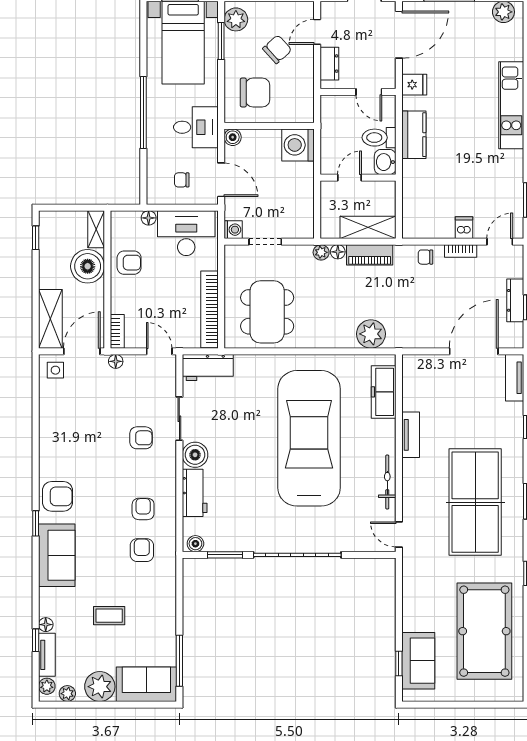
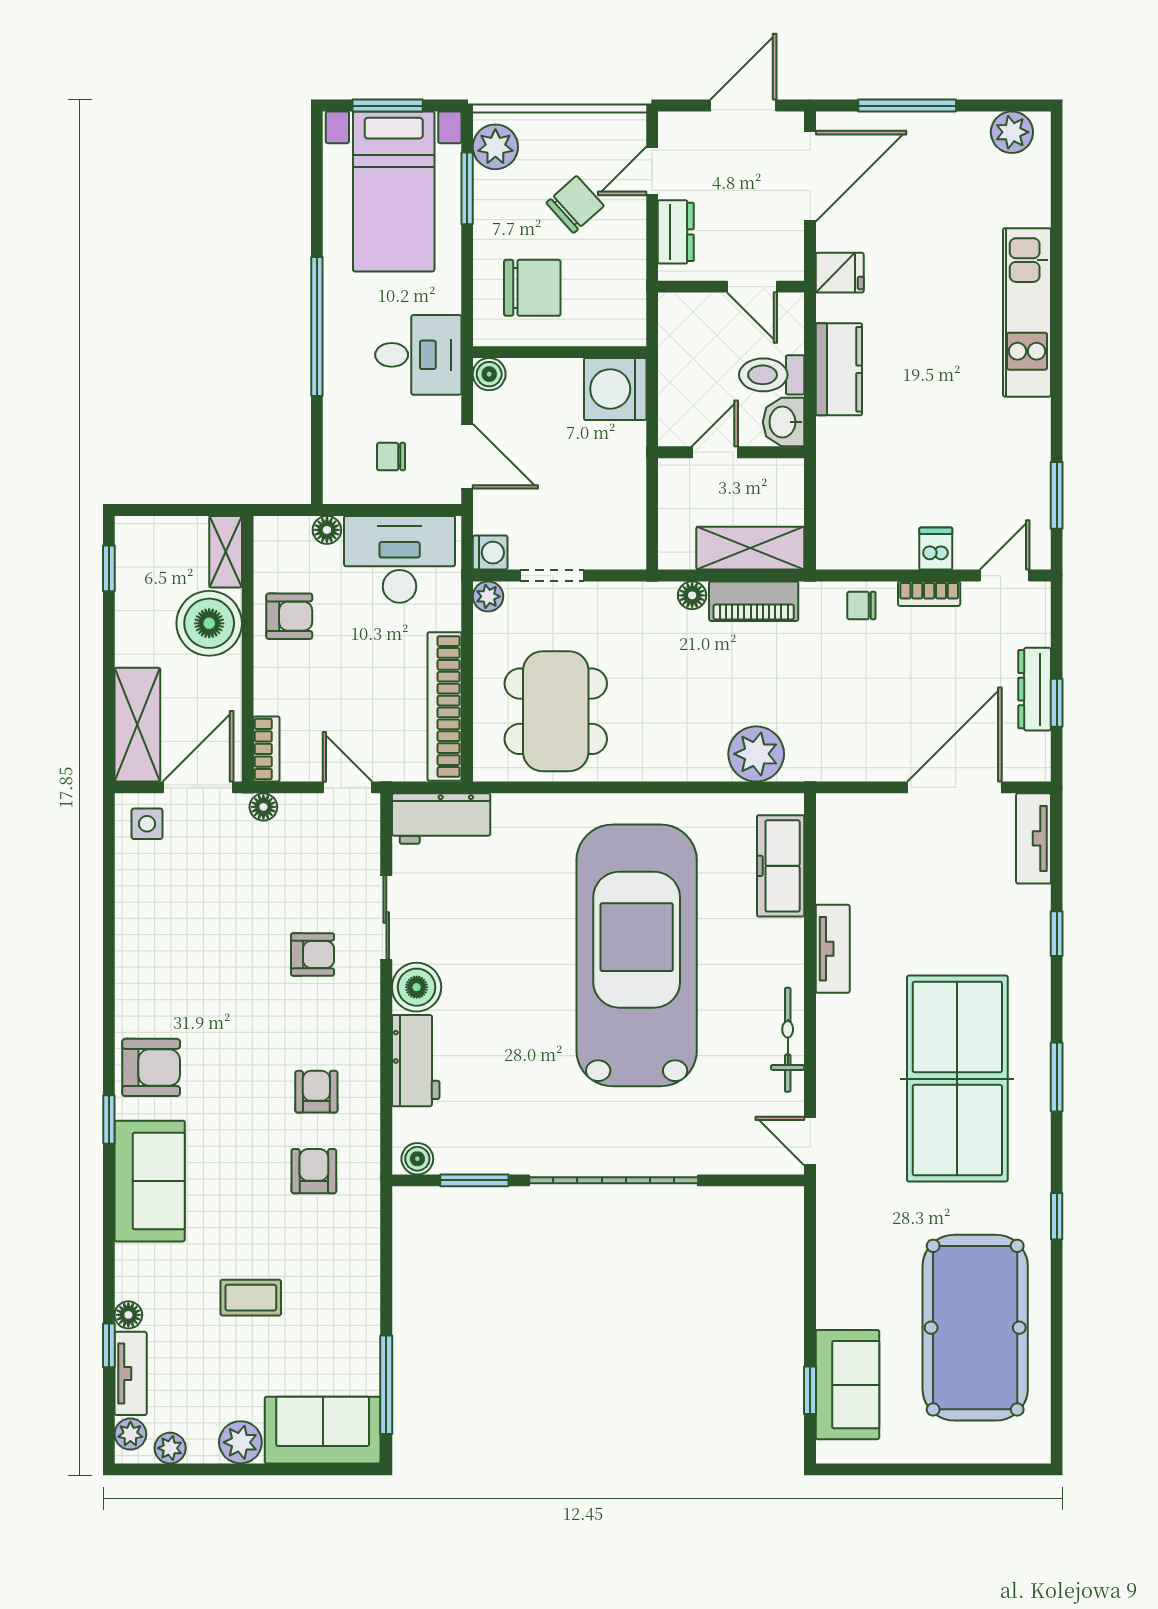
plant: (321, 252) -> (488, 596), moved
plant: (100, 687) -> (240, 1442), width x0.73, depth x0.73

